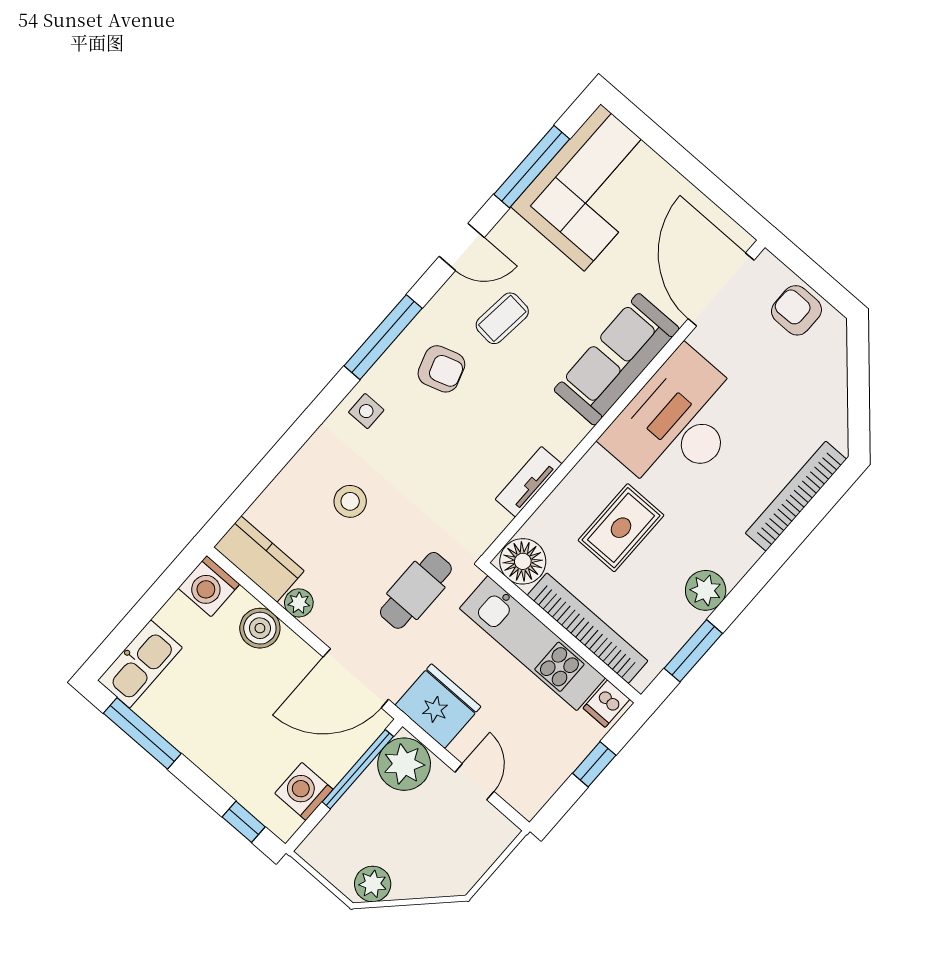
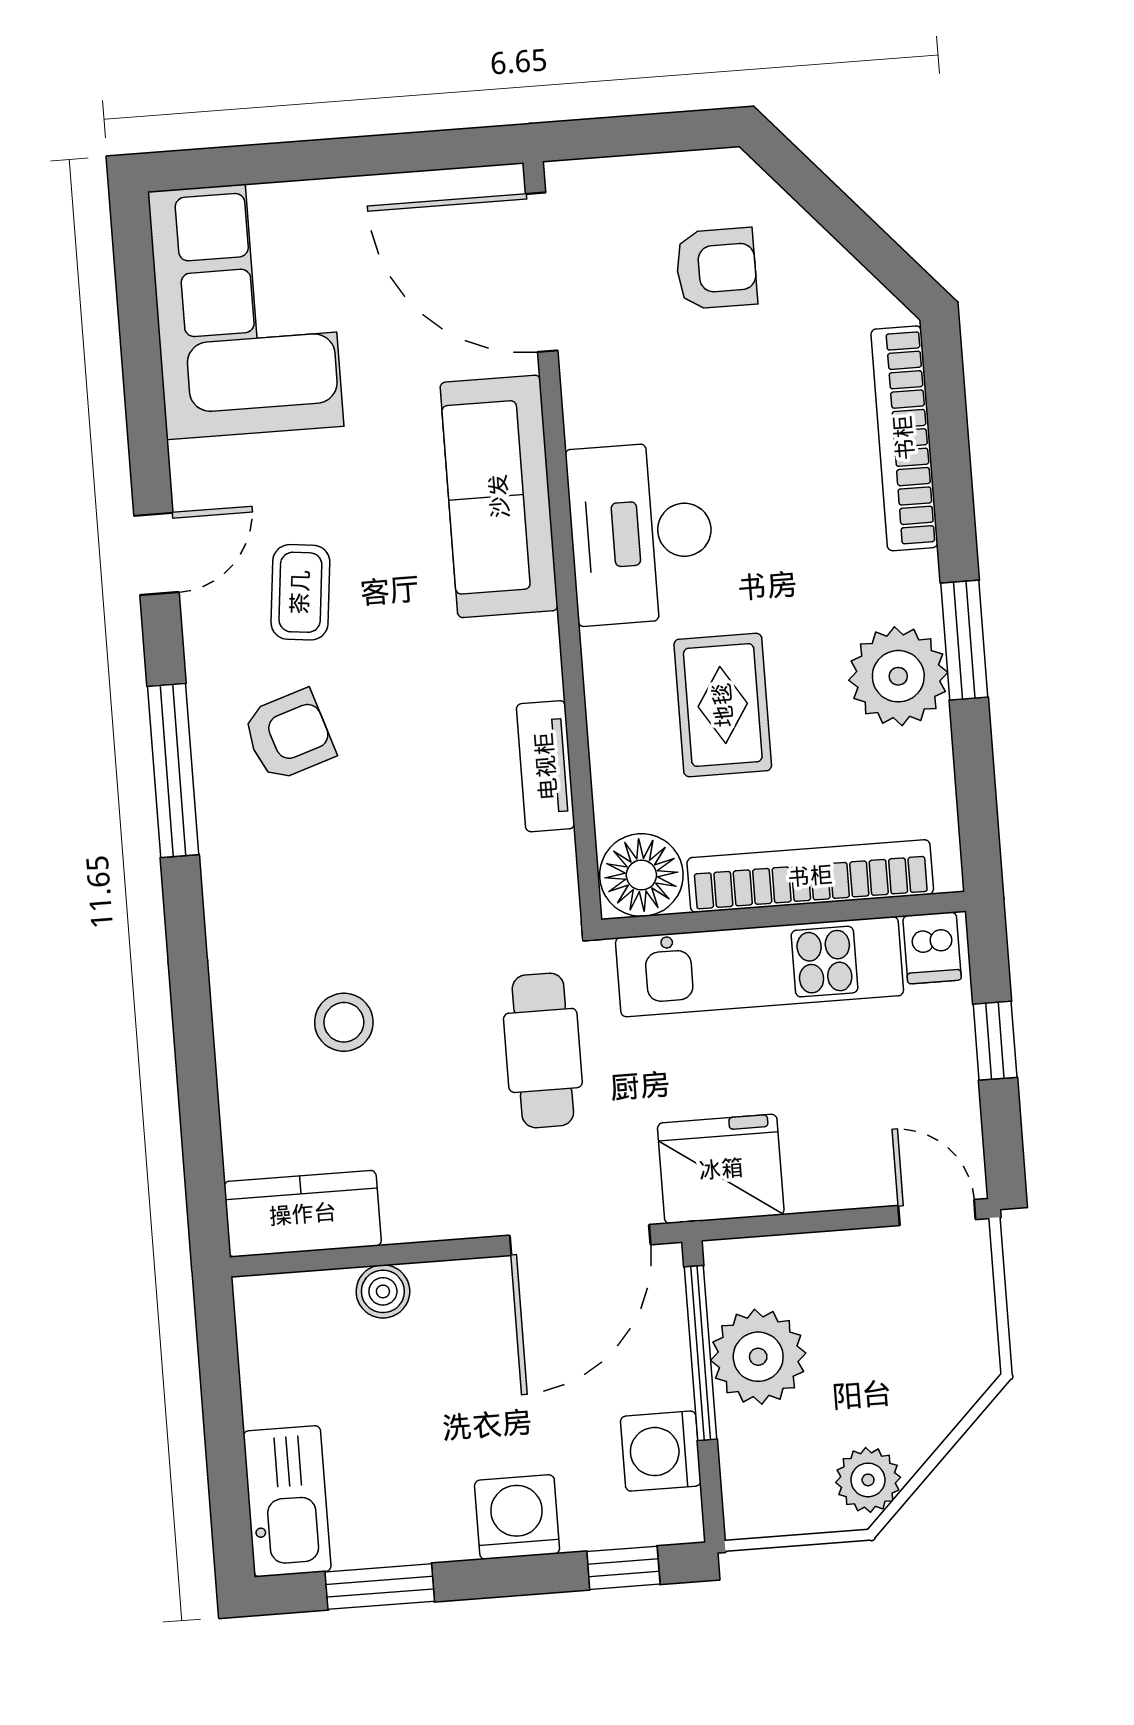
window: (532, 167) -> (142, 361), removed
armchair: (796, 310) -> (716, 268), moved, turned 180
side table: (366, 411) -> (248, 887), removed
desk: (677, 423) -> (641, 533), width x0.73, depth x0.77
washing machine: (209, 586) -> (517, 1517), moved, turned 180
plant: (706, 590) -> (898, 676), width x1.36, depth x1.36
plant: (299, 603) -> (410, 1218), removed
boiler: (260, 628) -> (383, 1291), width x0.73, depth x0.73
window: (693, 651) -> (964, 640), moved
window: (142, 733) -> (380, 1587), width x0.69
plant: (404, 764) -> (758, 1357), moved
door: (475, 782) -> (937, 1213), moved

